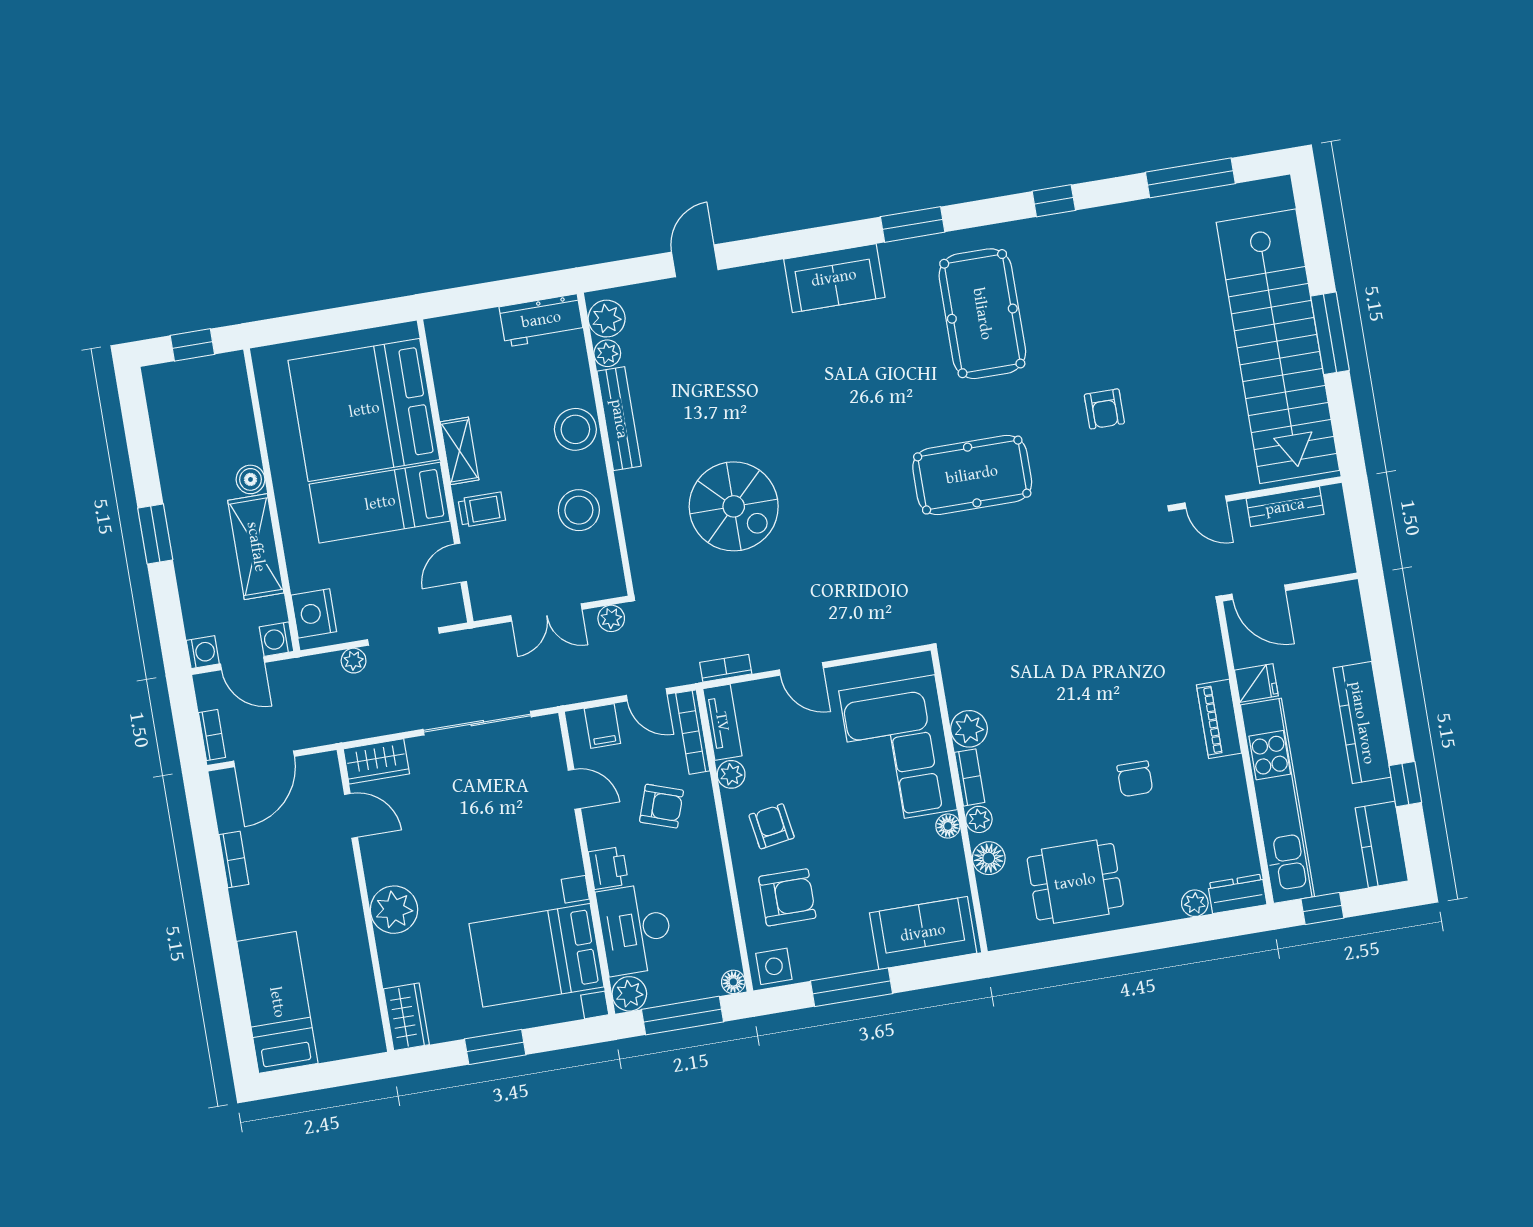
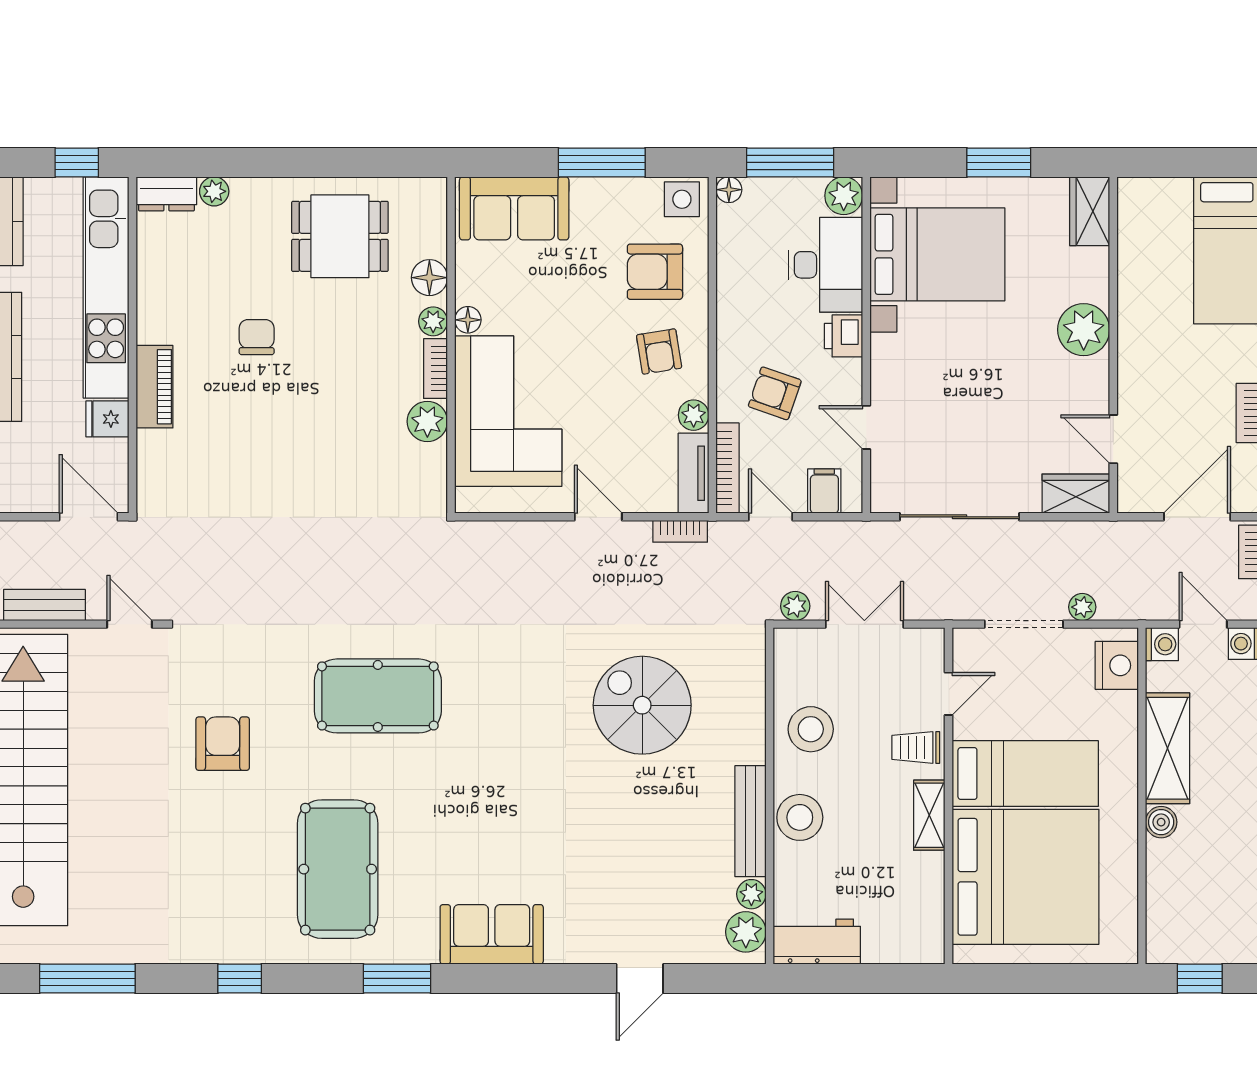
armchair: (1104, 409) -> (223, 744), width x1.38, depth x1.38

